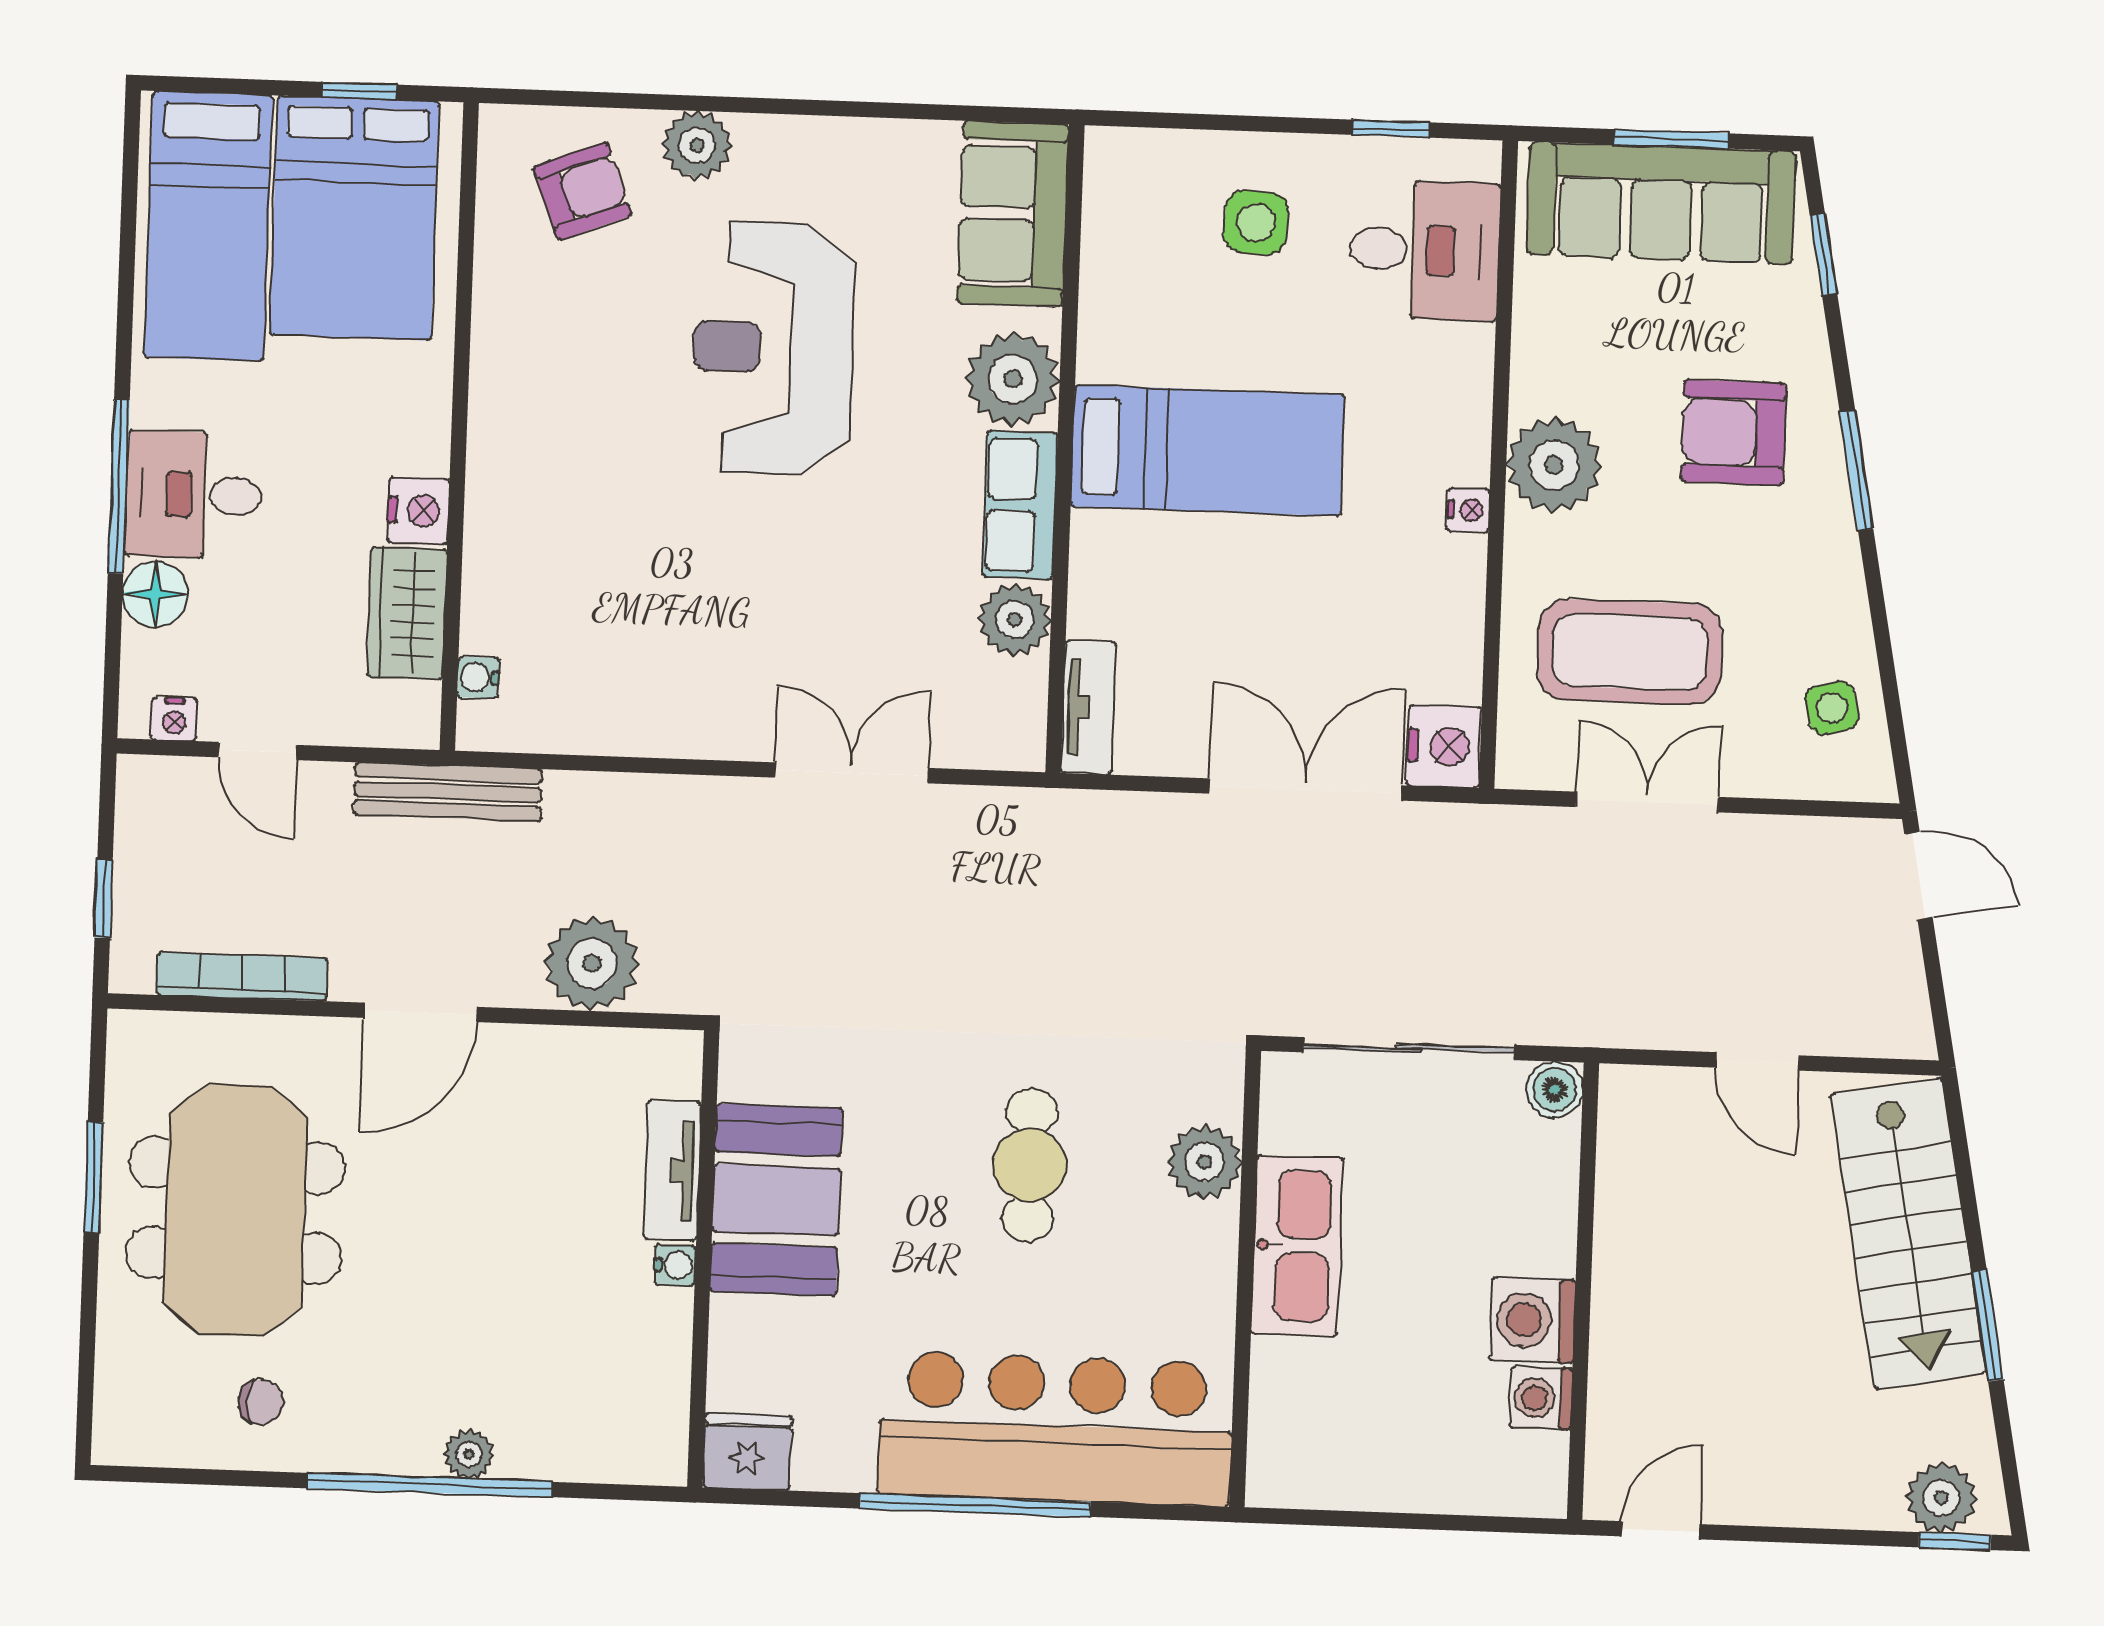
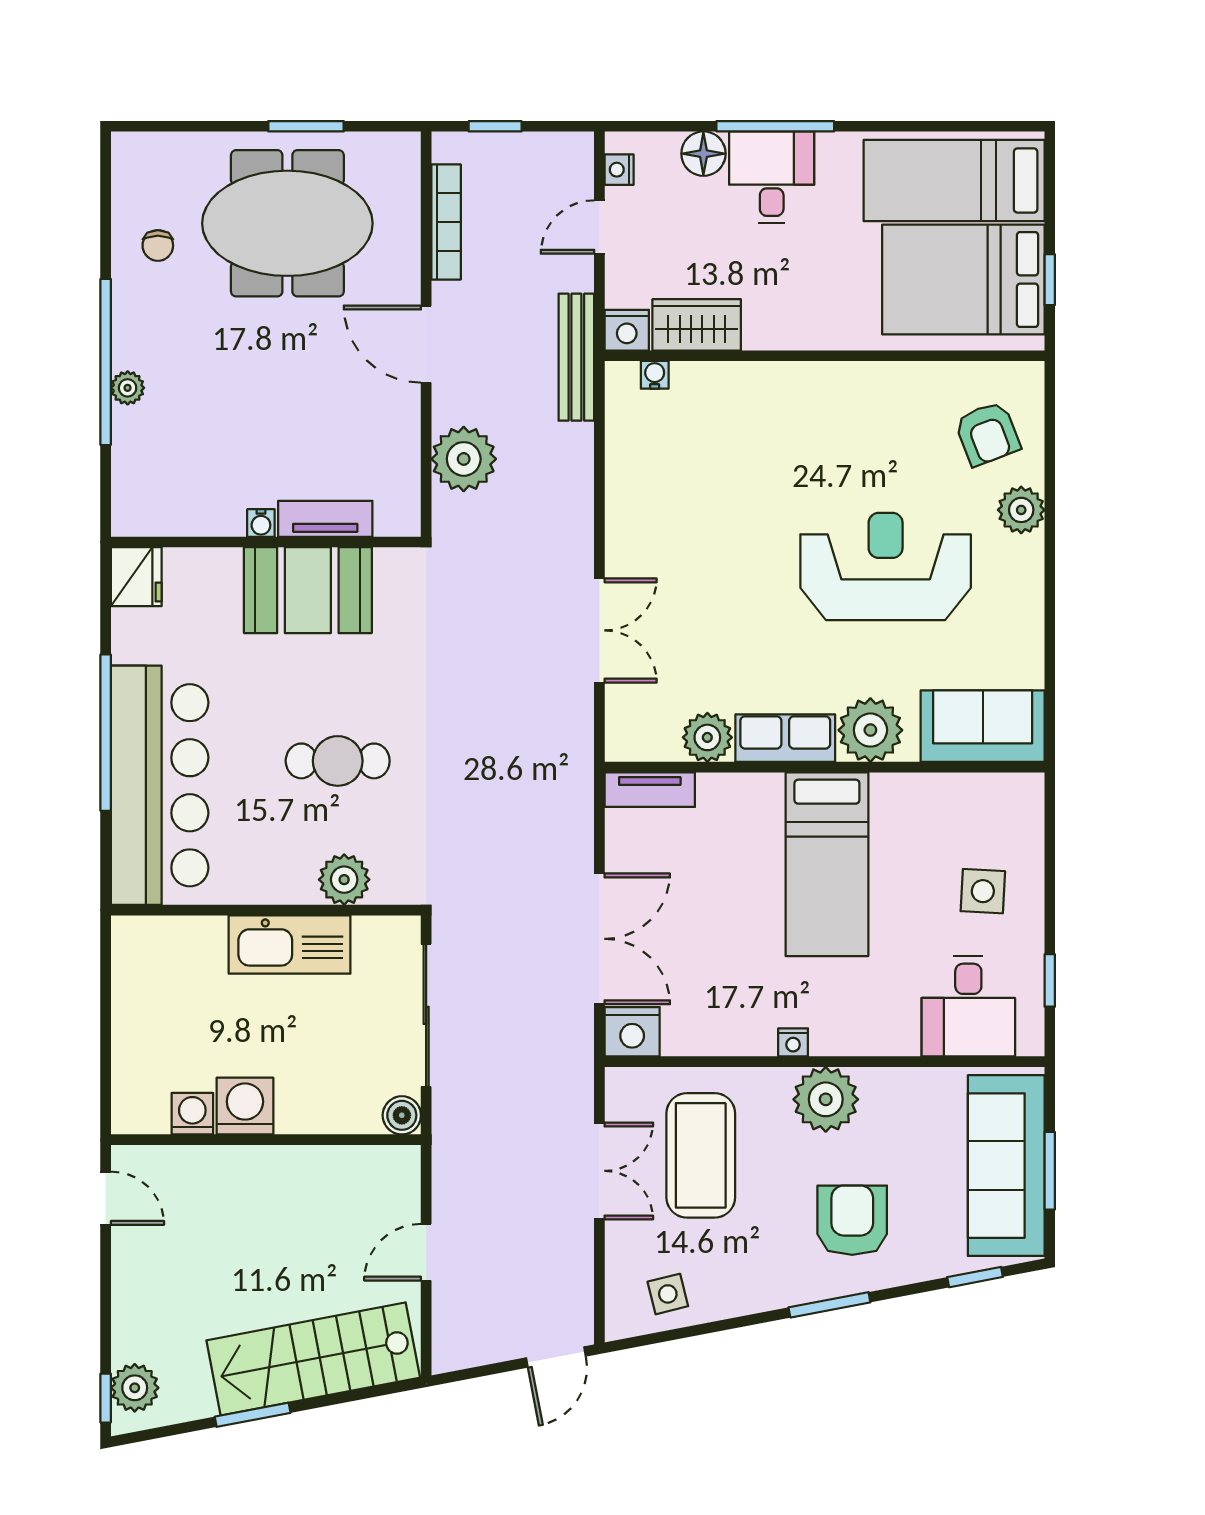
nightstand: (418, 511) -> (627, 330), moved

